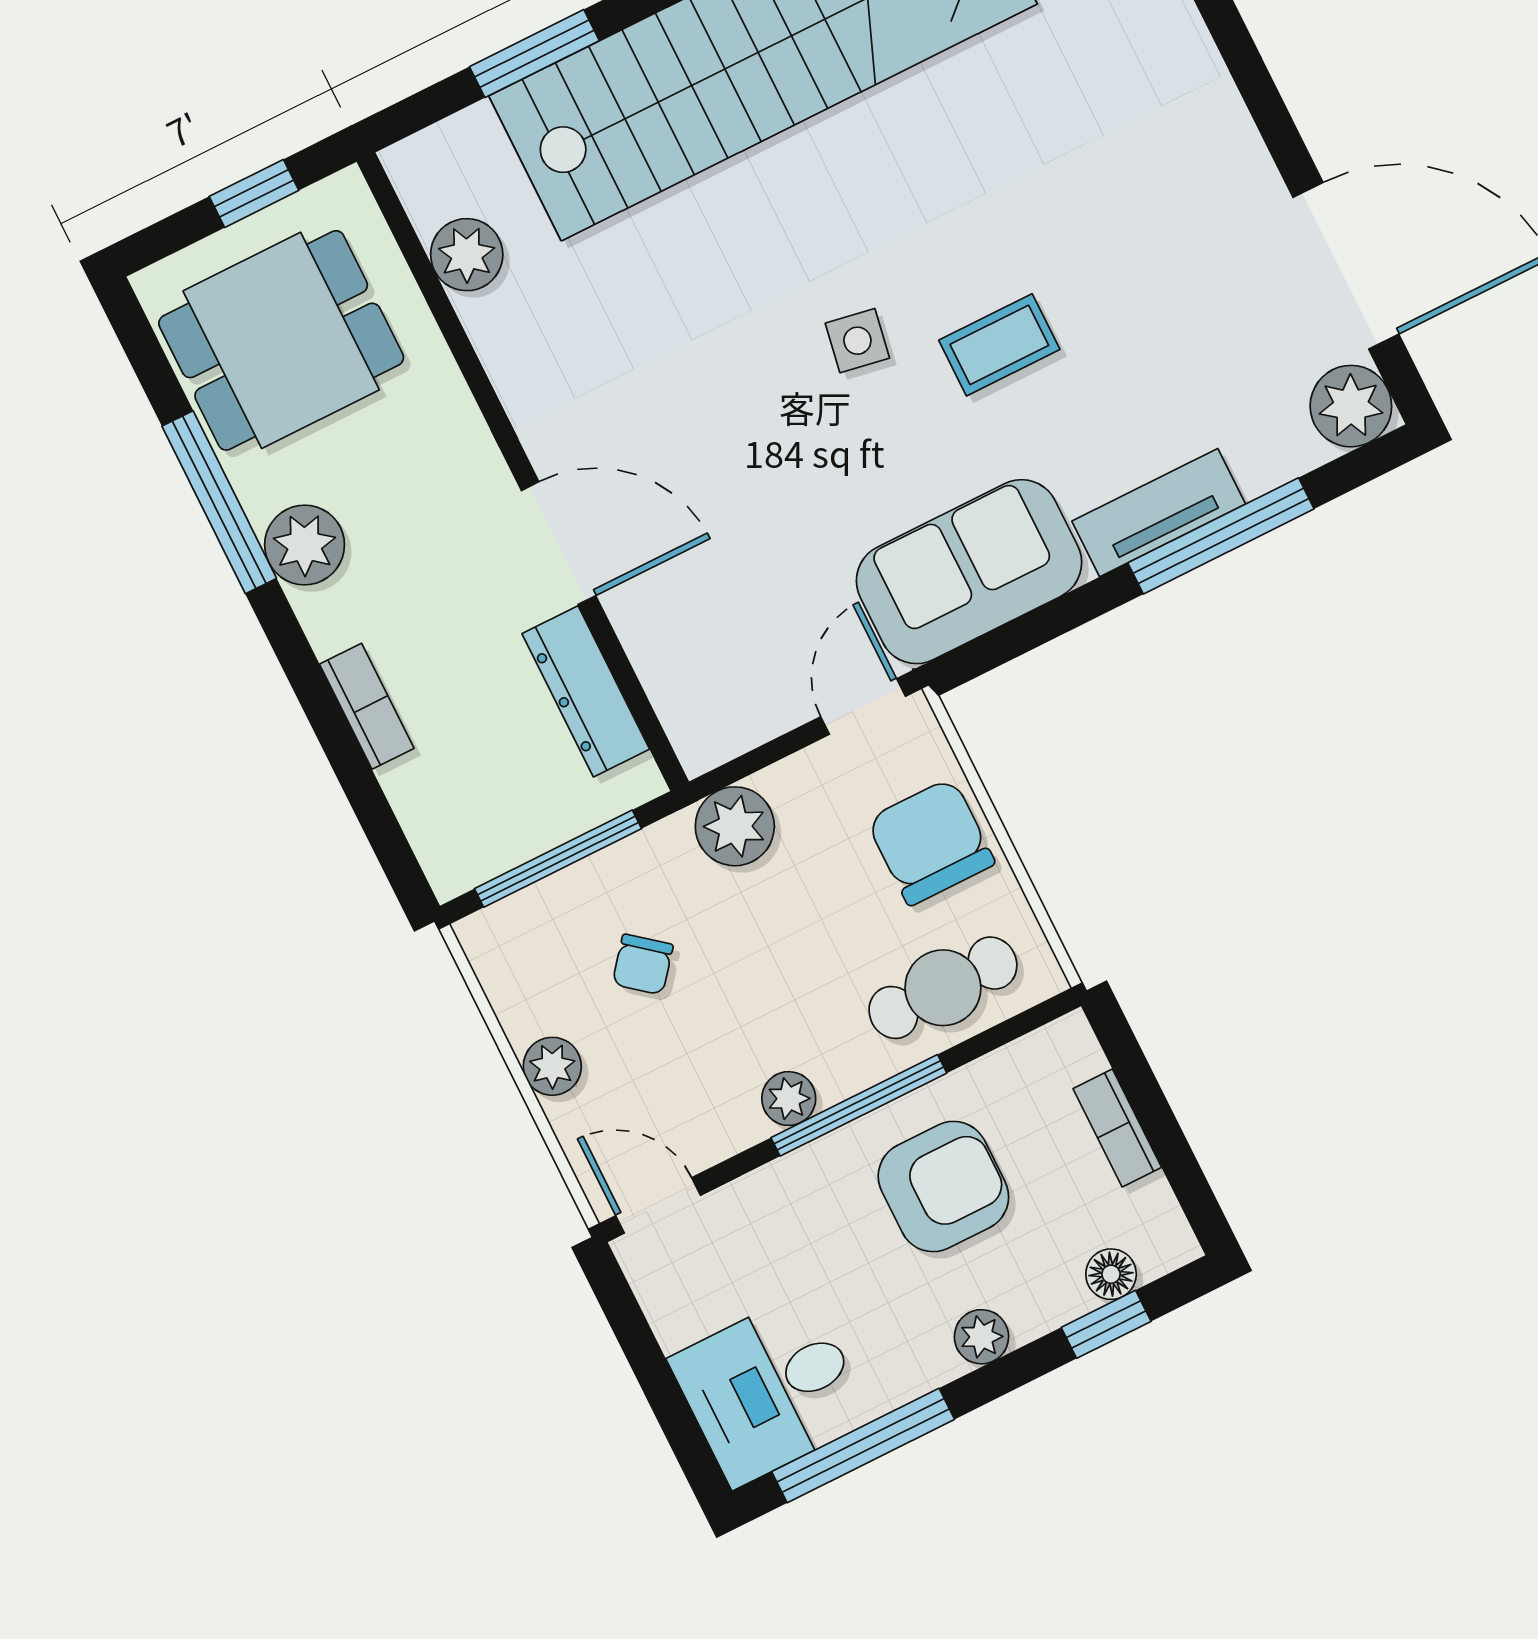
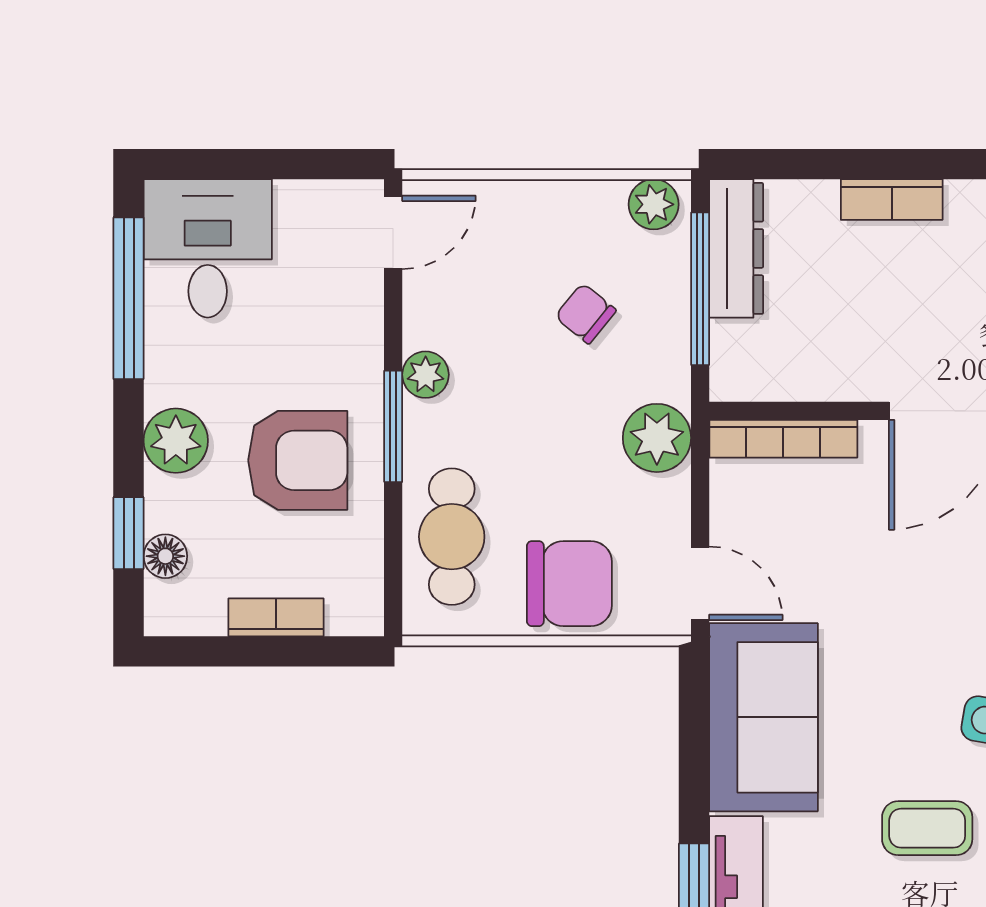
coffee table: (999, 345) -> (927, 828), turned 90
dresser: (586, 691) -> (736, 248), moved, turned 90
bookcase: (670, 695) -> (783, 439), added
plant: (552, 1066) -> (654, 204), moved
window: (859, 1105) -> (393, 426), width x0.69
armchair: (943, 1187) -> (298, 460), turned -90
plant: (981, 1337) -> (176, 441), width x1.38, depth x1.38

